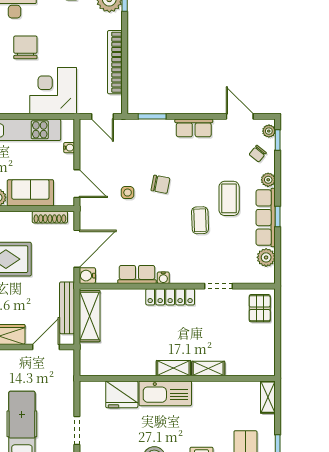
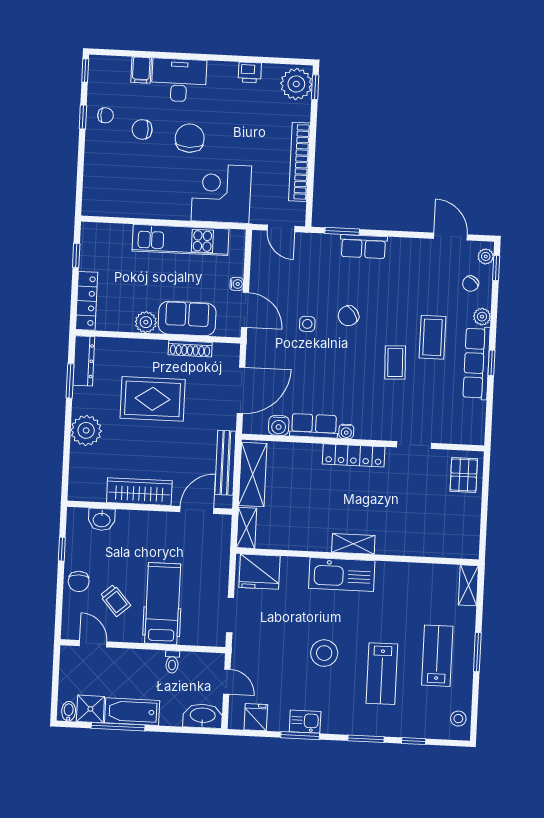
row of seats: (194, 128) -> (363, 247), moved
water cooler: (69, 148) -> (237, 284), moved
chair: (160, 184) -> (348, 316), turned 133
shoe rack: (50, 217) -> (190, 349), moved
plant: (266, 257) -> (475, 413), removed
water cooler: (87, 276) -> (279, 425), moved, turned -90
shelving: (208, 368) -> (247, 528), moved, turned 90
fridge: (122, 394) -> (259, 572), moved

